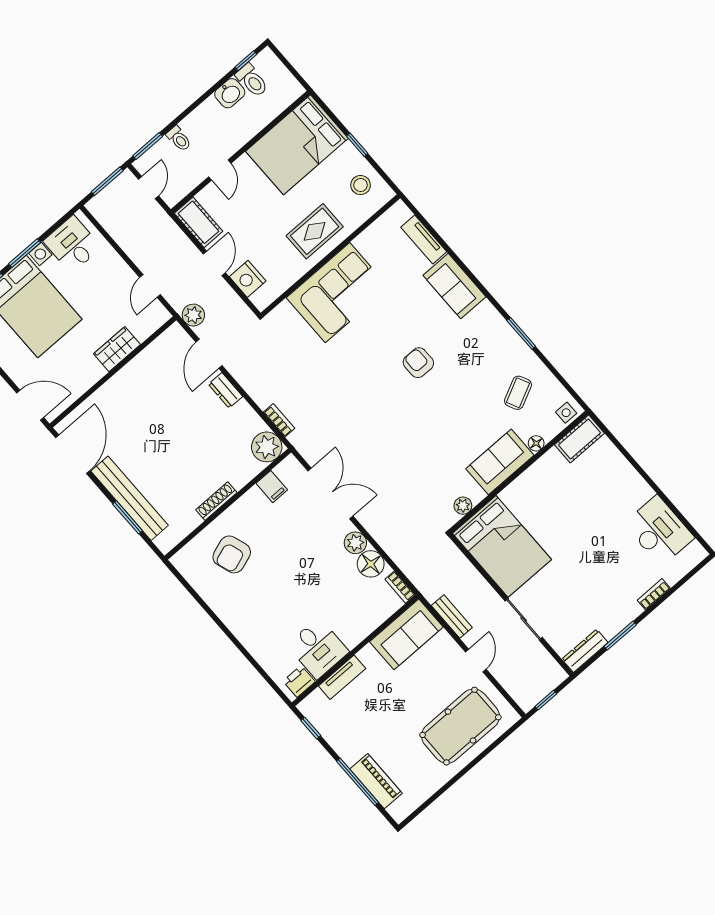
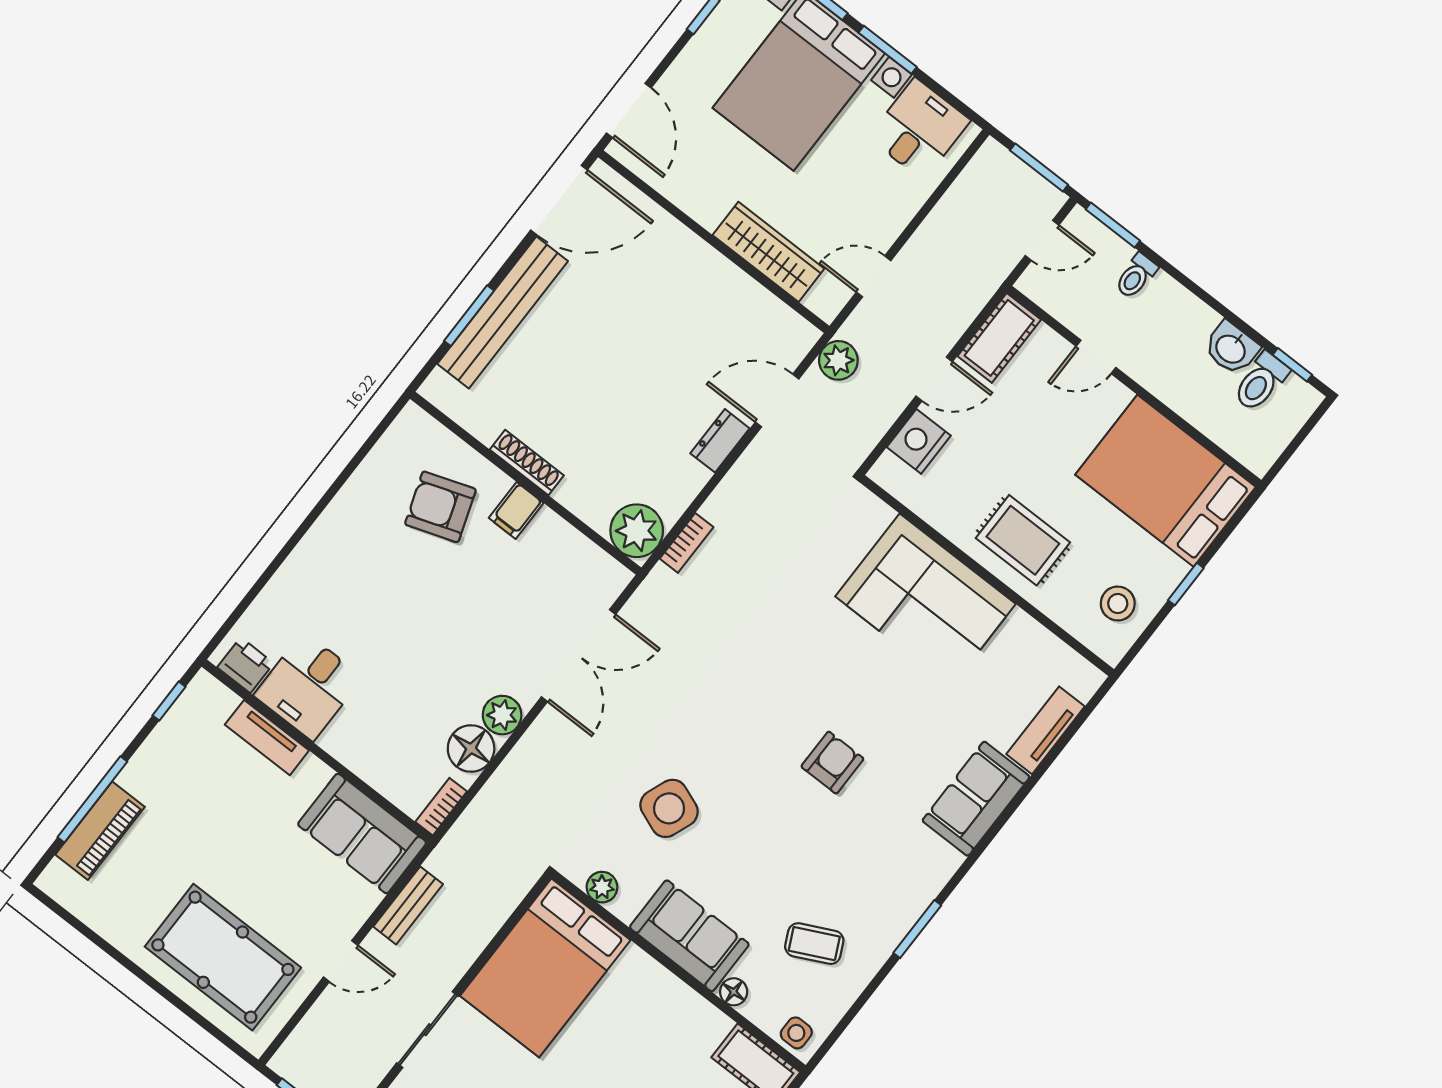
wardrobe: (117, 349) -> (768, 252), width x1.50
side table: (426, 459) -> (669, 808), added
filing cabinet: (272, 487) -> (516, 510), moved

